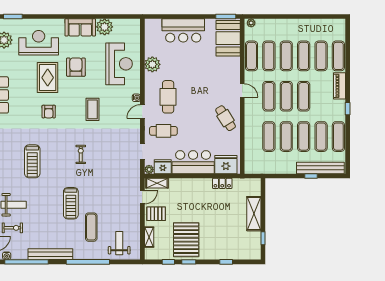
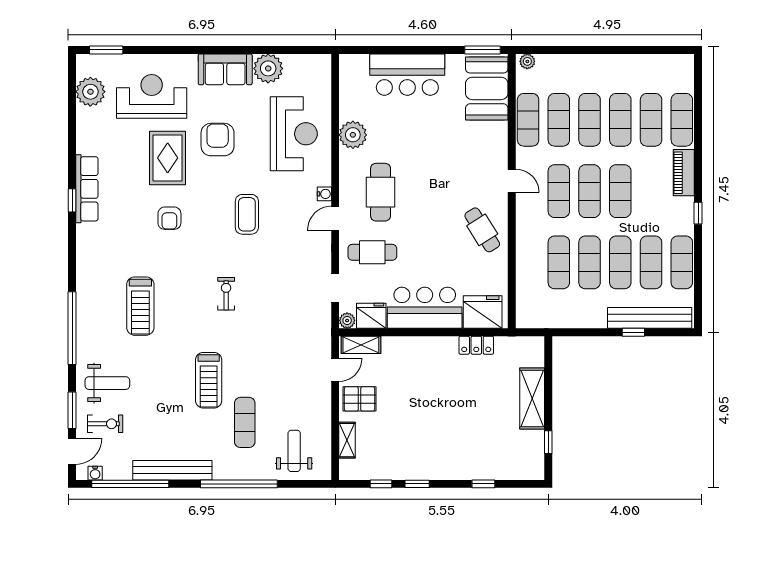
pallet: (186, 240) -> (413, 445), removed

